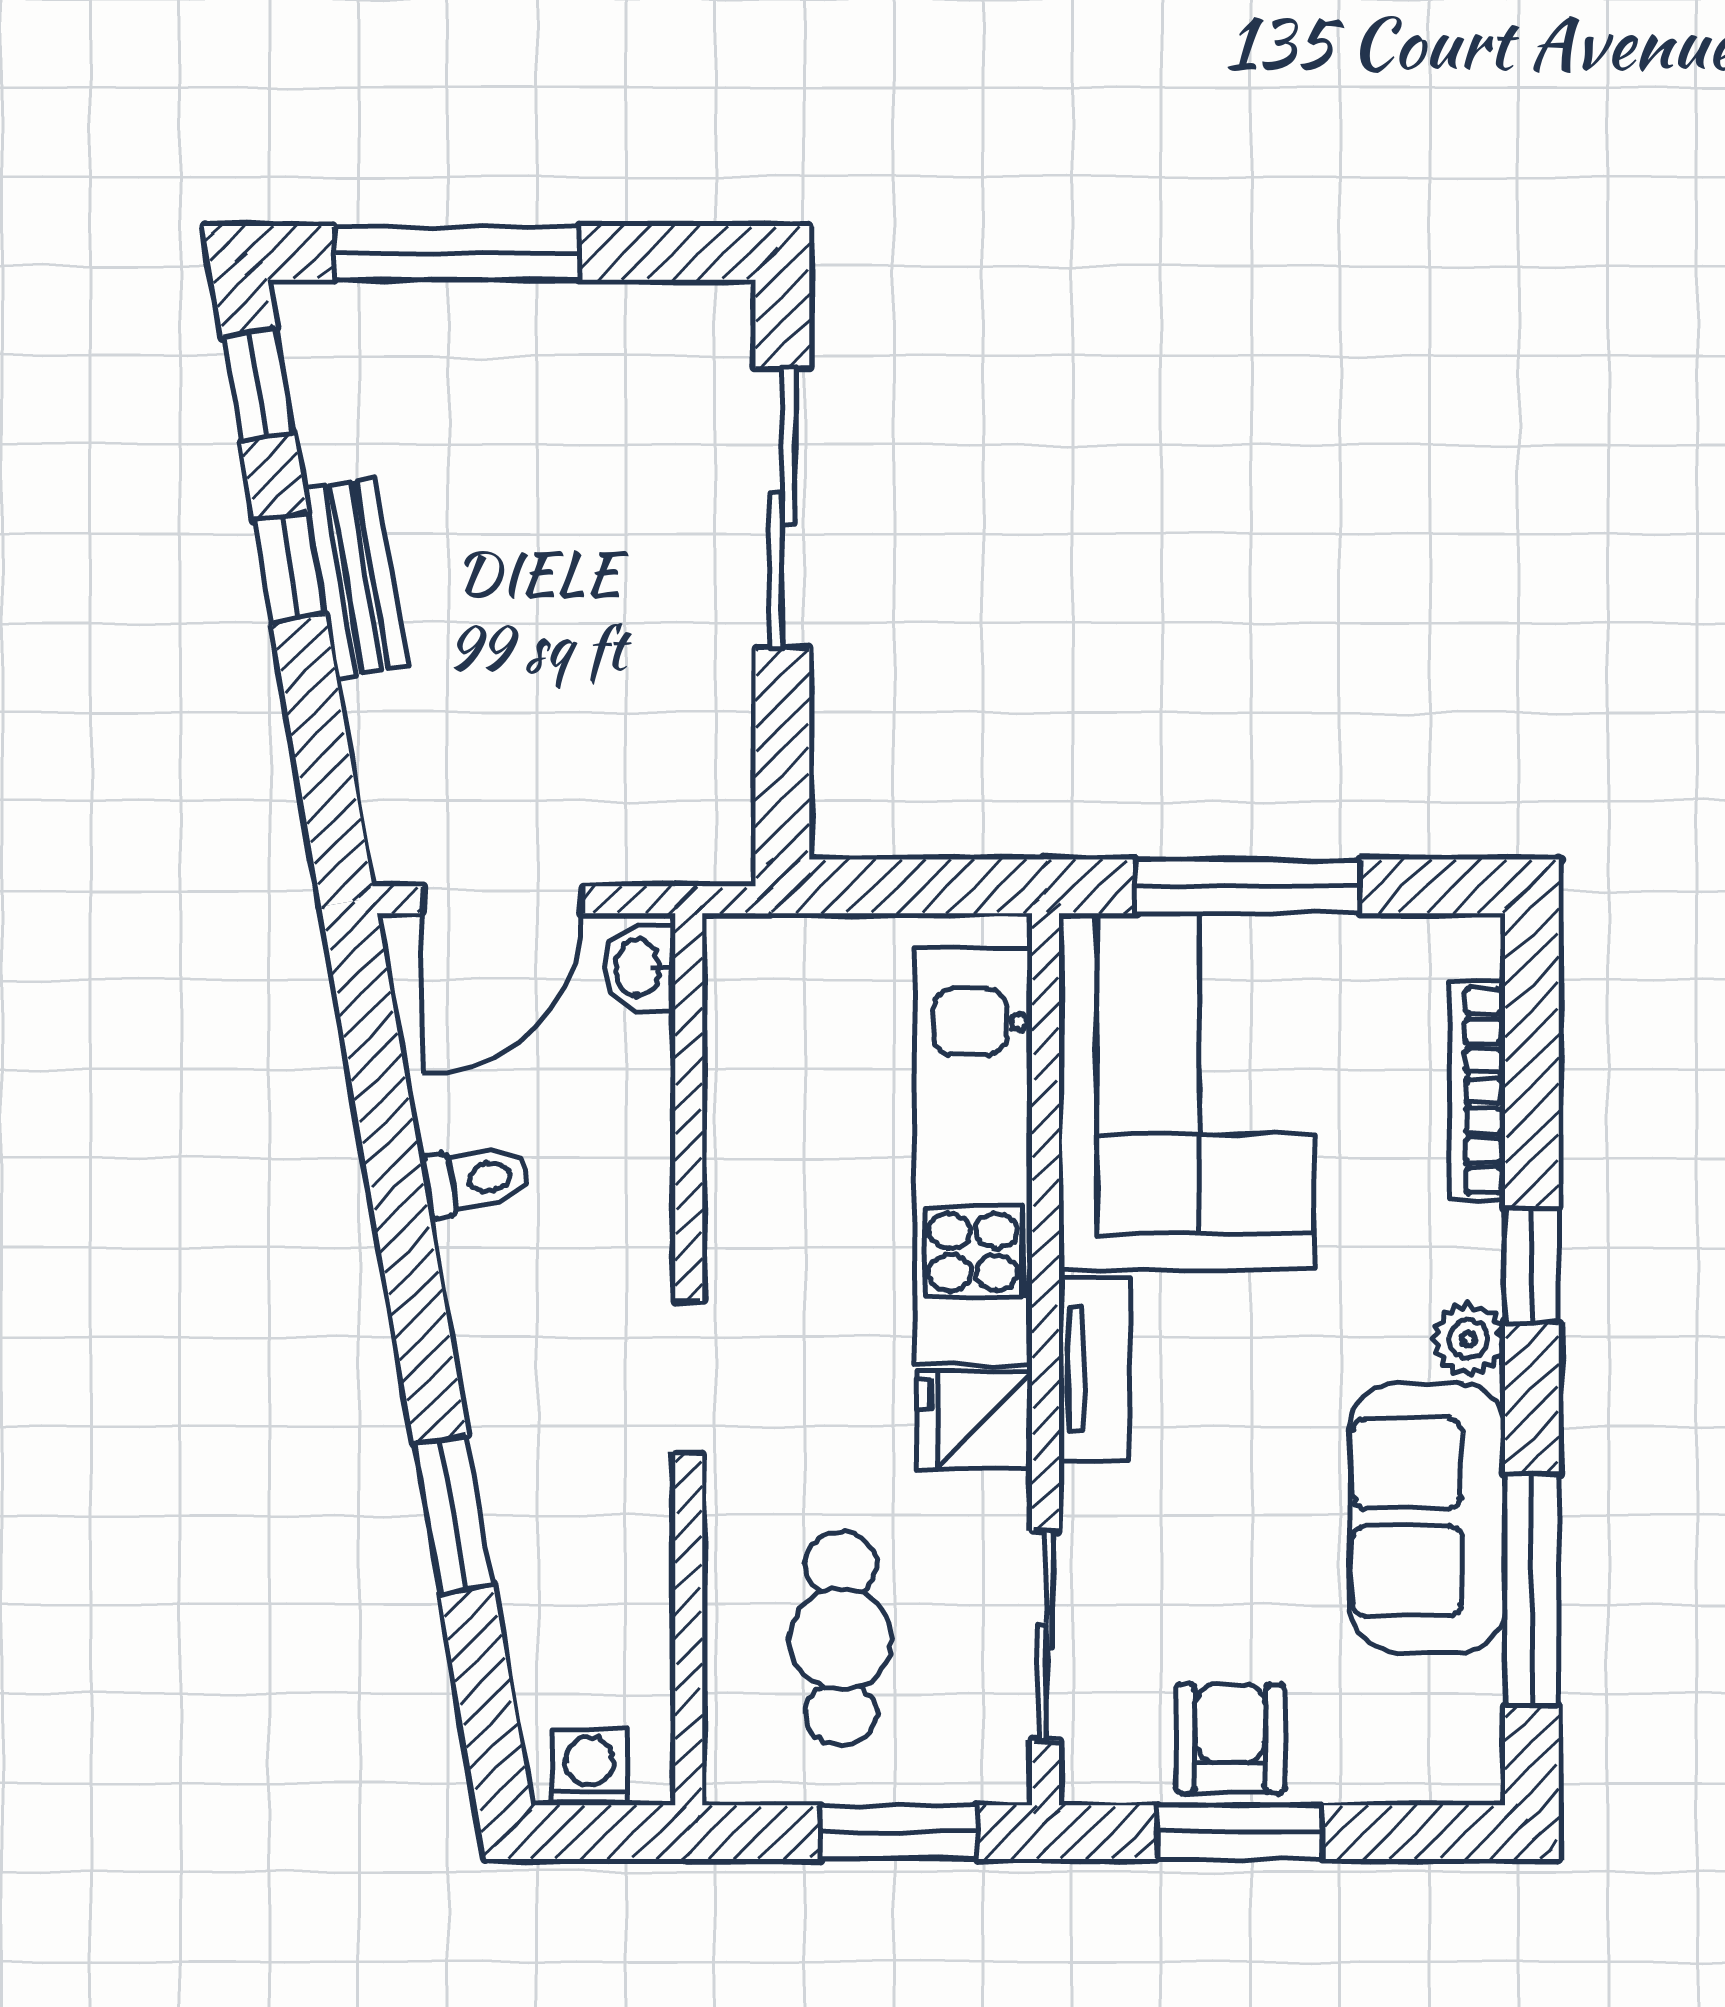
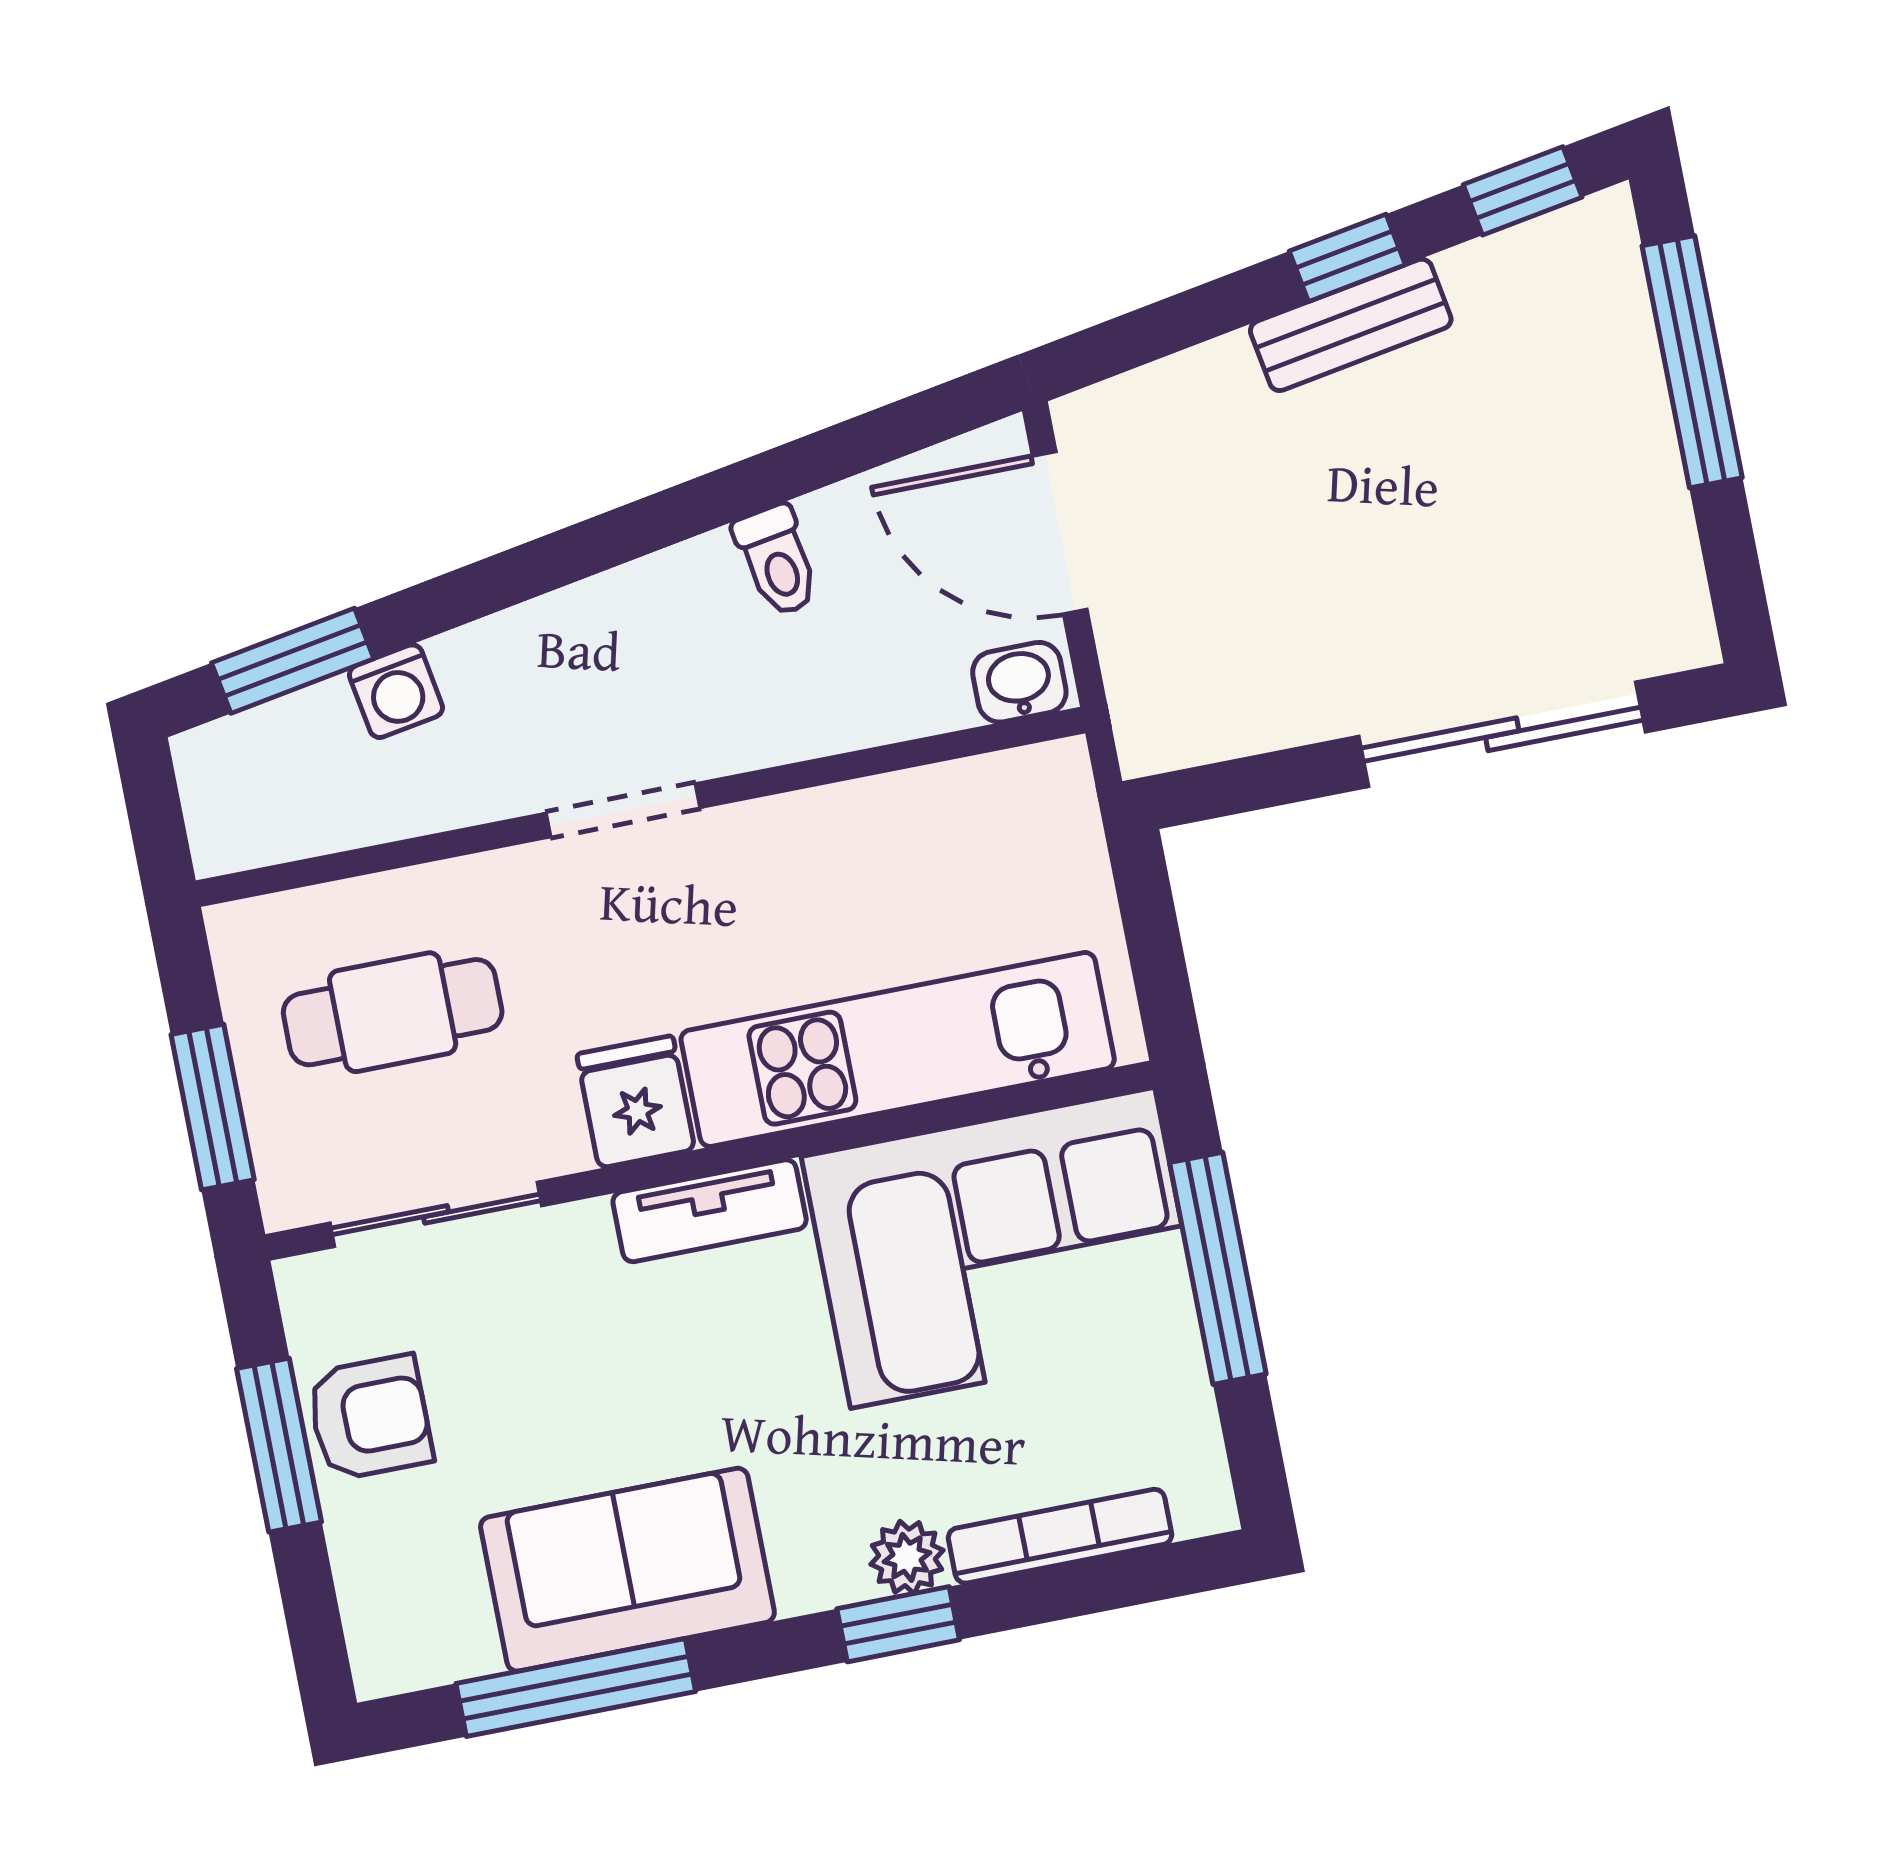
plant: (1468, 1339) -> (907, 1557), moved
window: (454, 1515) -> (293, 661), moved
washing machine: (590, 1767) -> (396, 691), moved, turned 80

